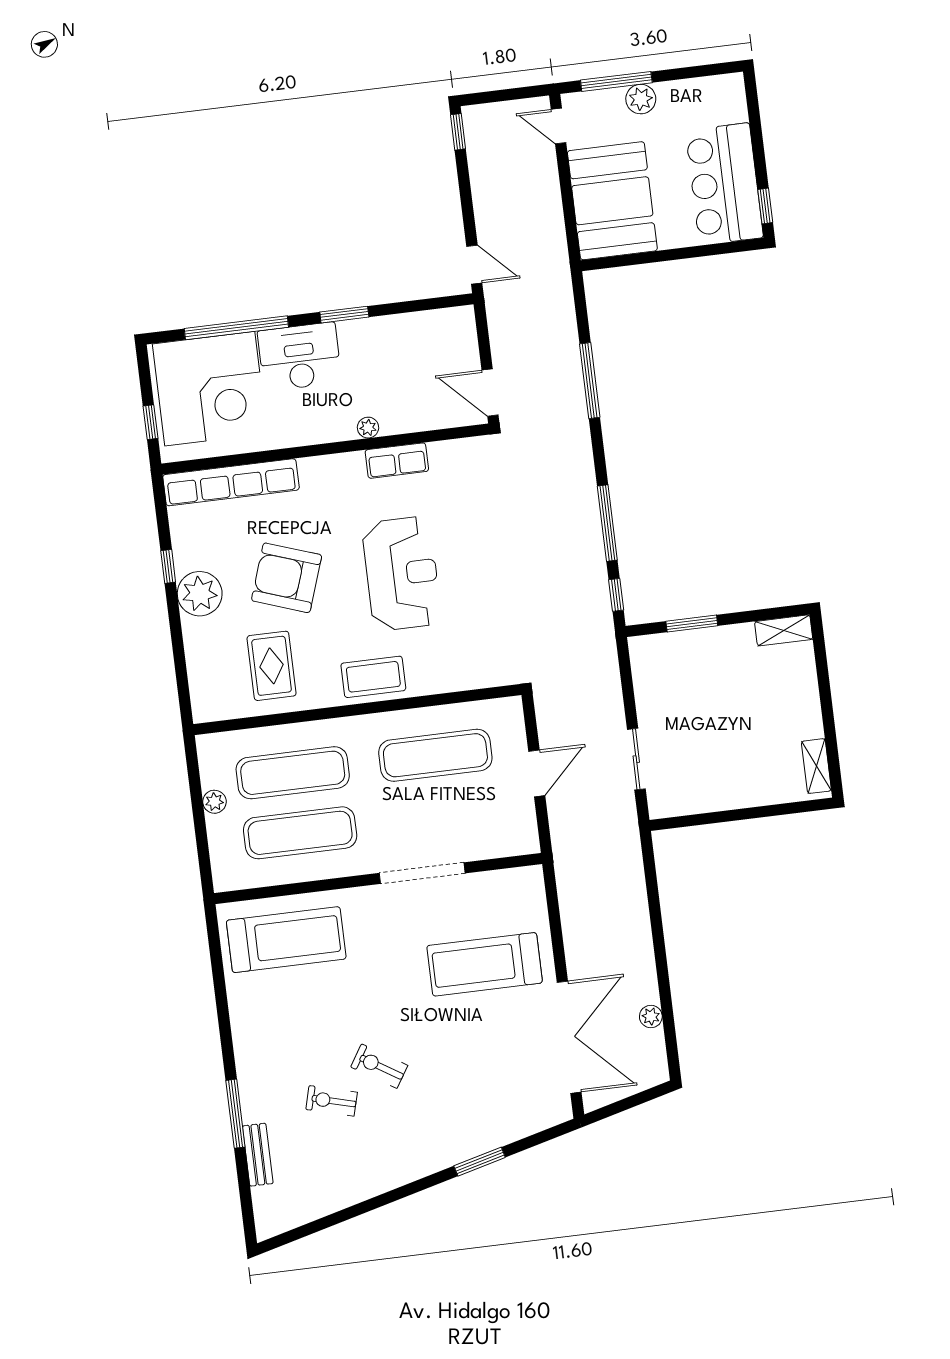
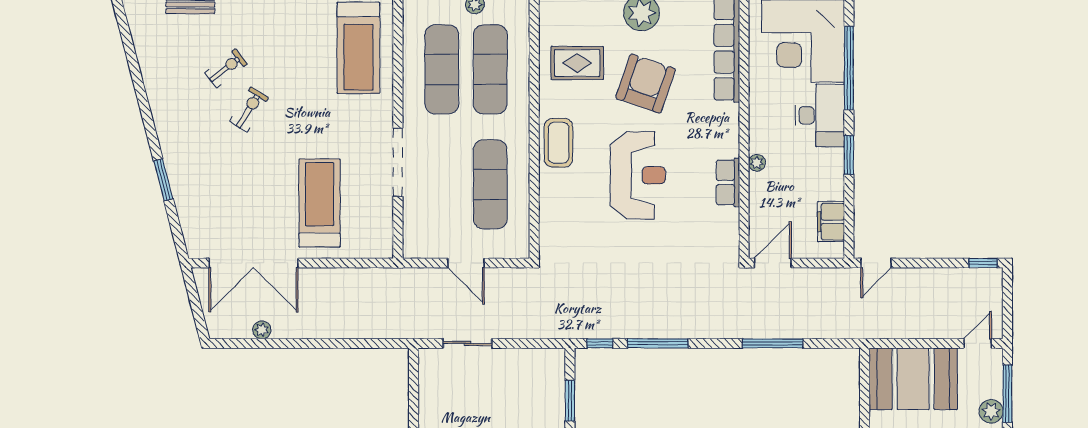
filing cabinet: (430, 327) -> (831, 222), added
reception desk: (402, 573) -> (638, 175), turned -90
exercise bike: (332, 1101) -> (226, 68), turned 37

